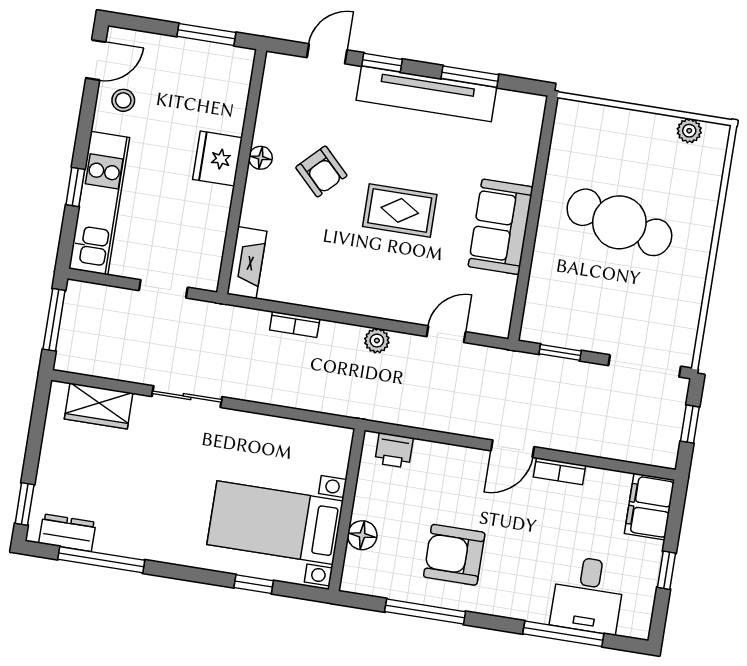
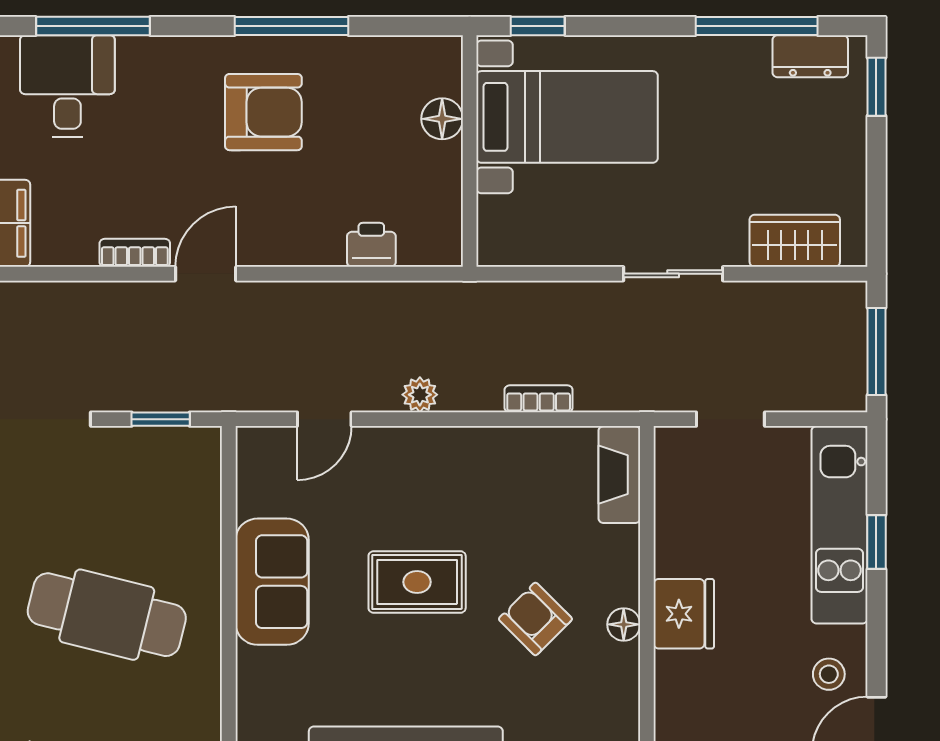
wall: (347, 510) -> (470, 151), moved
bed with nightstands: (275, 523) -> (567, 117), moved
floor lamp: (362, 535) -> (442, 119), moved

